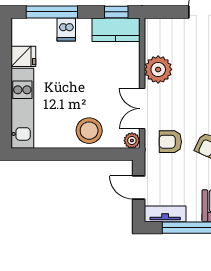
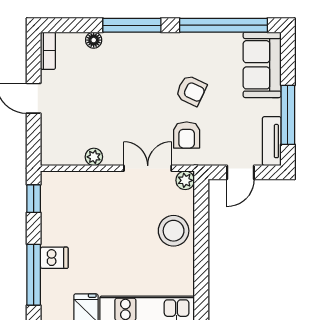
kitchen counter: (116, 30) -> (55, 199), removed
plant: (158, 69) -> (94, 157), width x0.53, depth x0.53
double door: (142, 109) -> (148, 168), swing flipped

